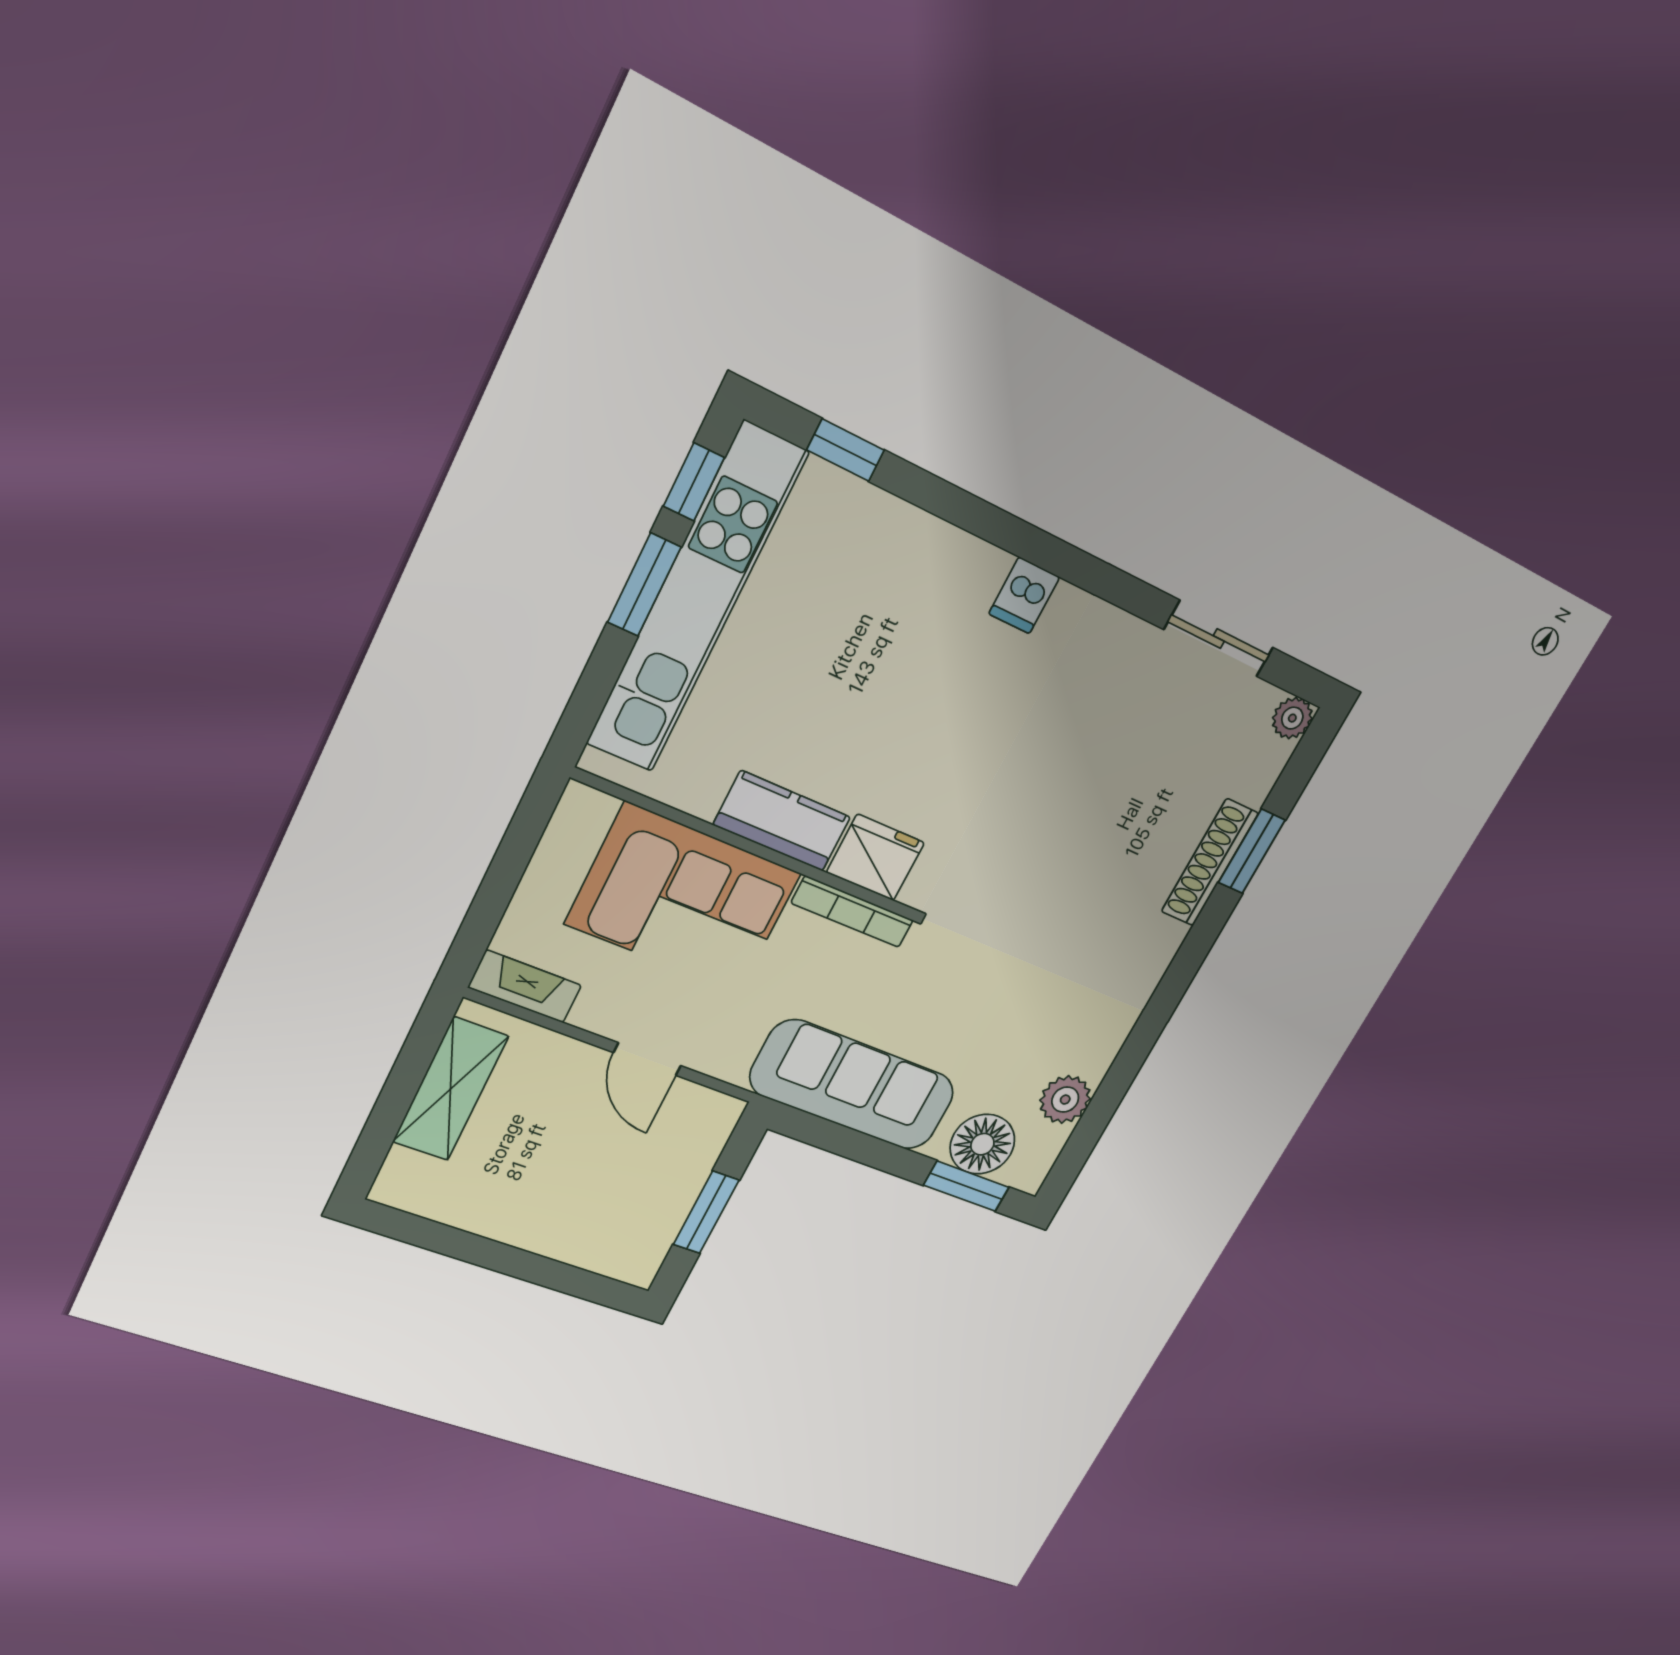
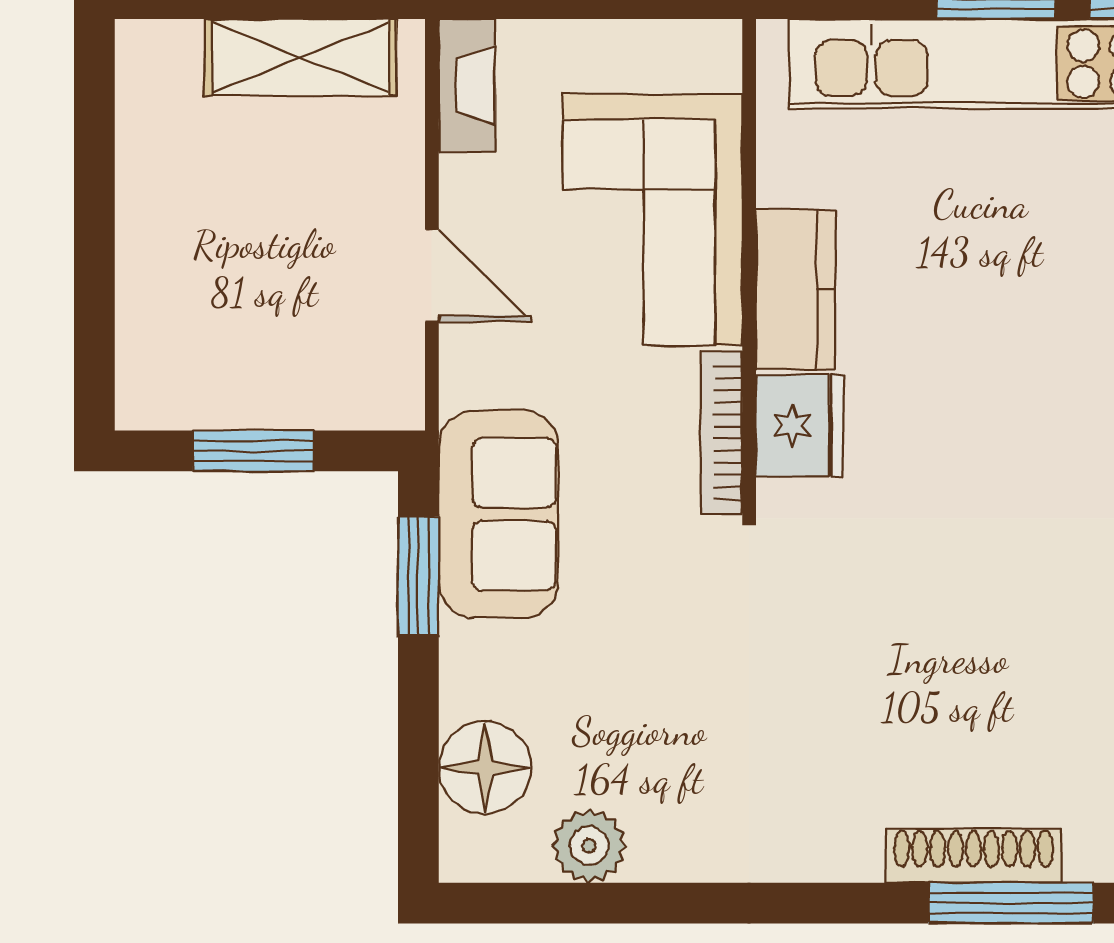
window: (1252, 851) -> (1011, 903), width x1.44
door: (647, 1059) -> (432, 276), swing flipped
sofa: (853, 1085) -> (499, 514), width x0.73
window: (966, 1186) -> (418, 576), moved

